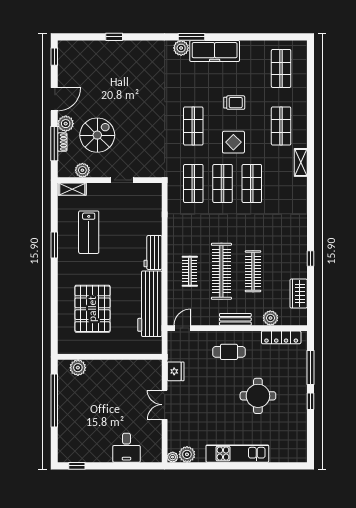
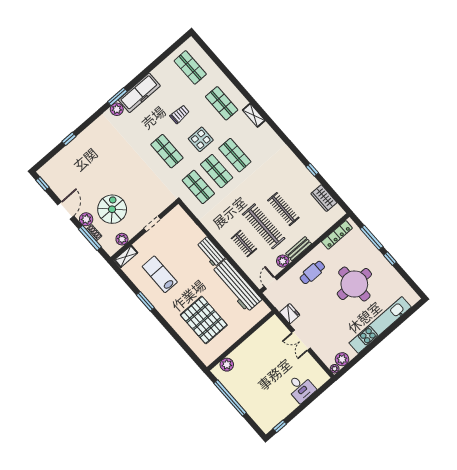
lab bench: (89, 232) -> (160, 274), turned 180
plant: (270, 318) -> (283, 261), moved
round table: (258, 396) -> (354, 284), width x1.36, depth x1.36
kitchen unit: (237, 454) -> (380, 325), width x1.36

